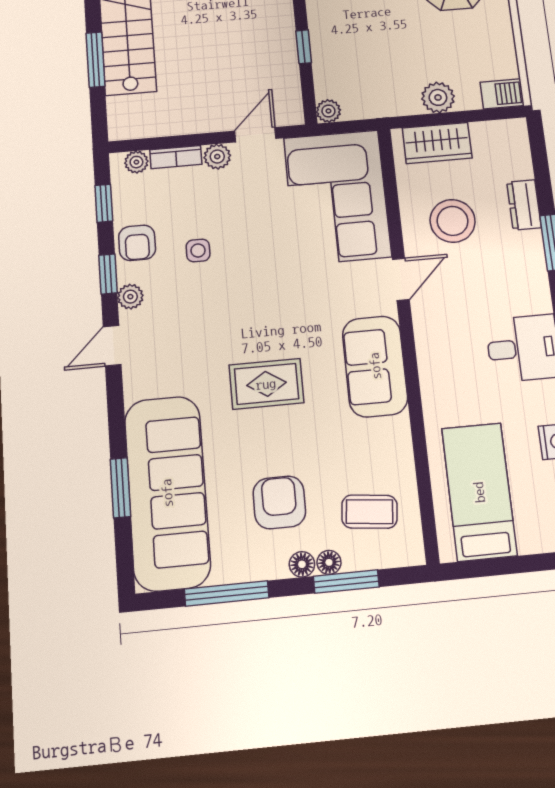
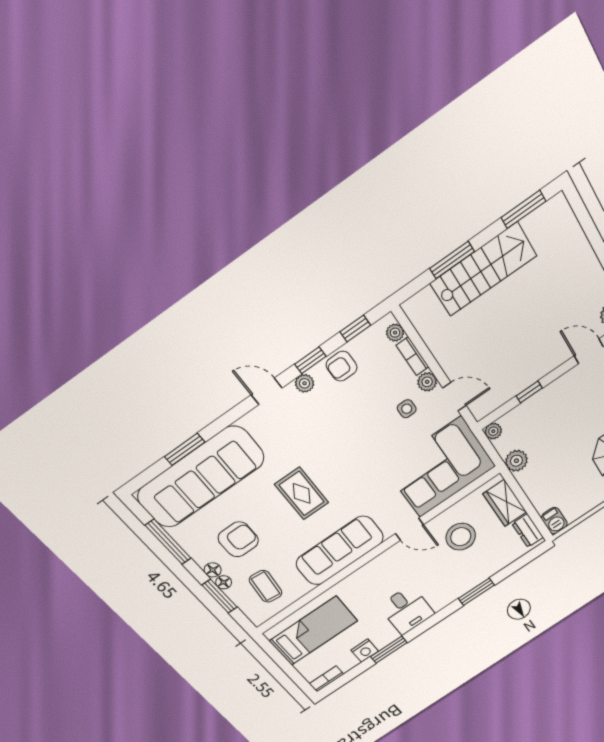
plant: (438, 97) -> (516, 461), moved
dresser: (524, 205) -> (528, 531), moved, turned -90
side table: (198, 250) -> (407, 409), moved
sofa: (375, 366) -> (340, 551), width x1.36

